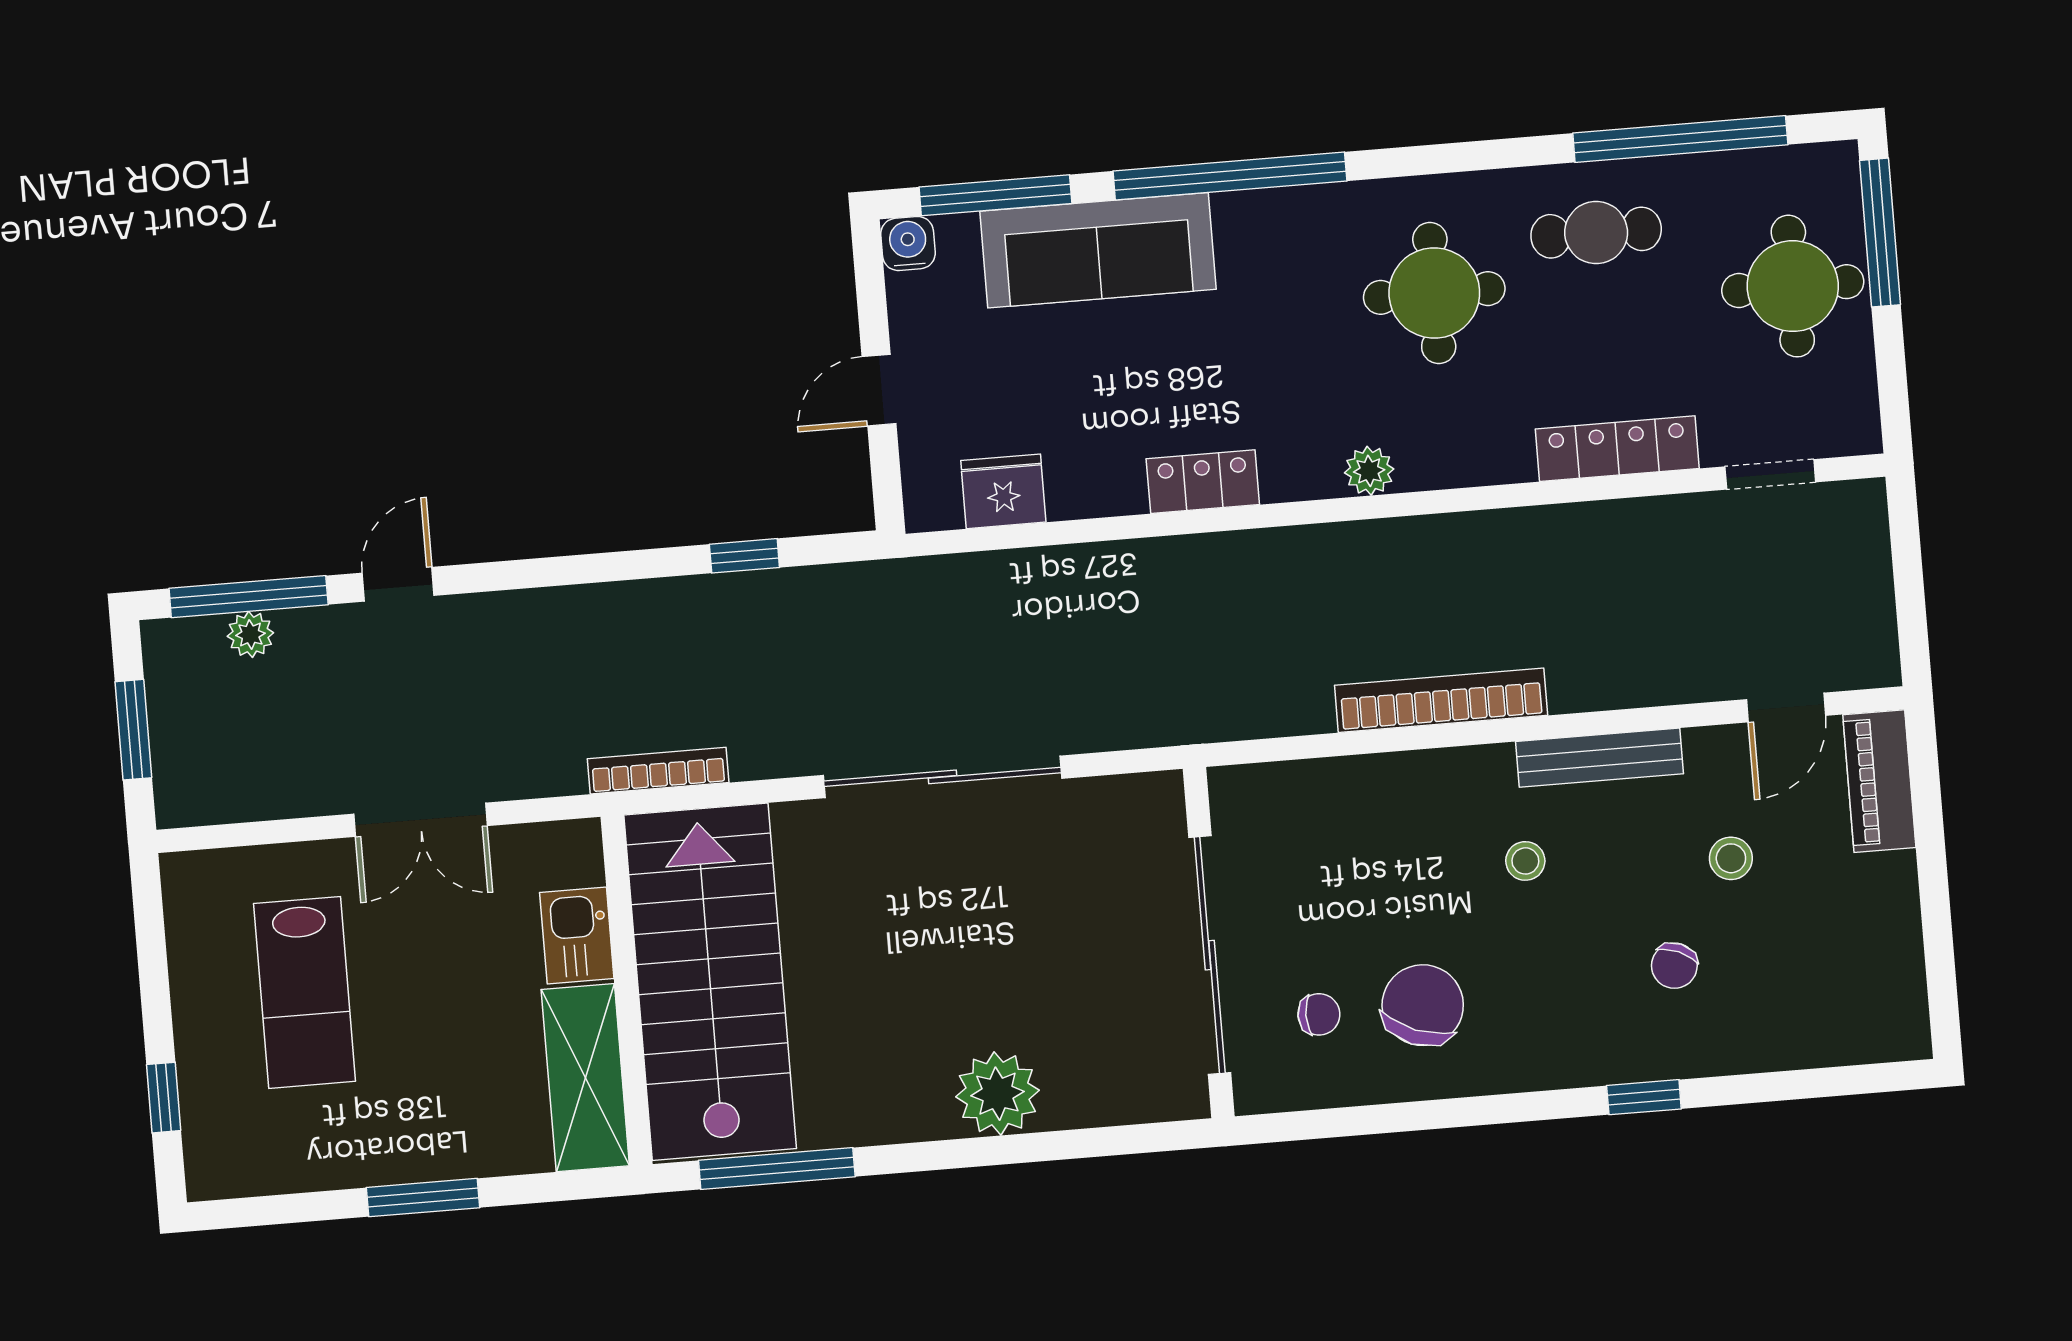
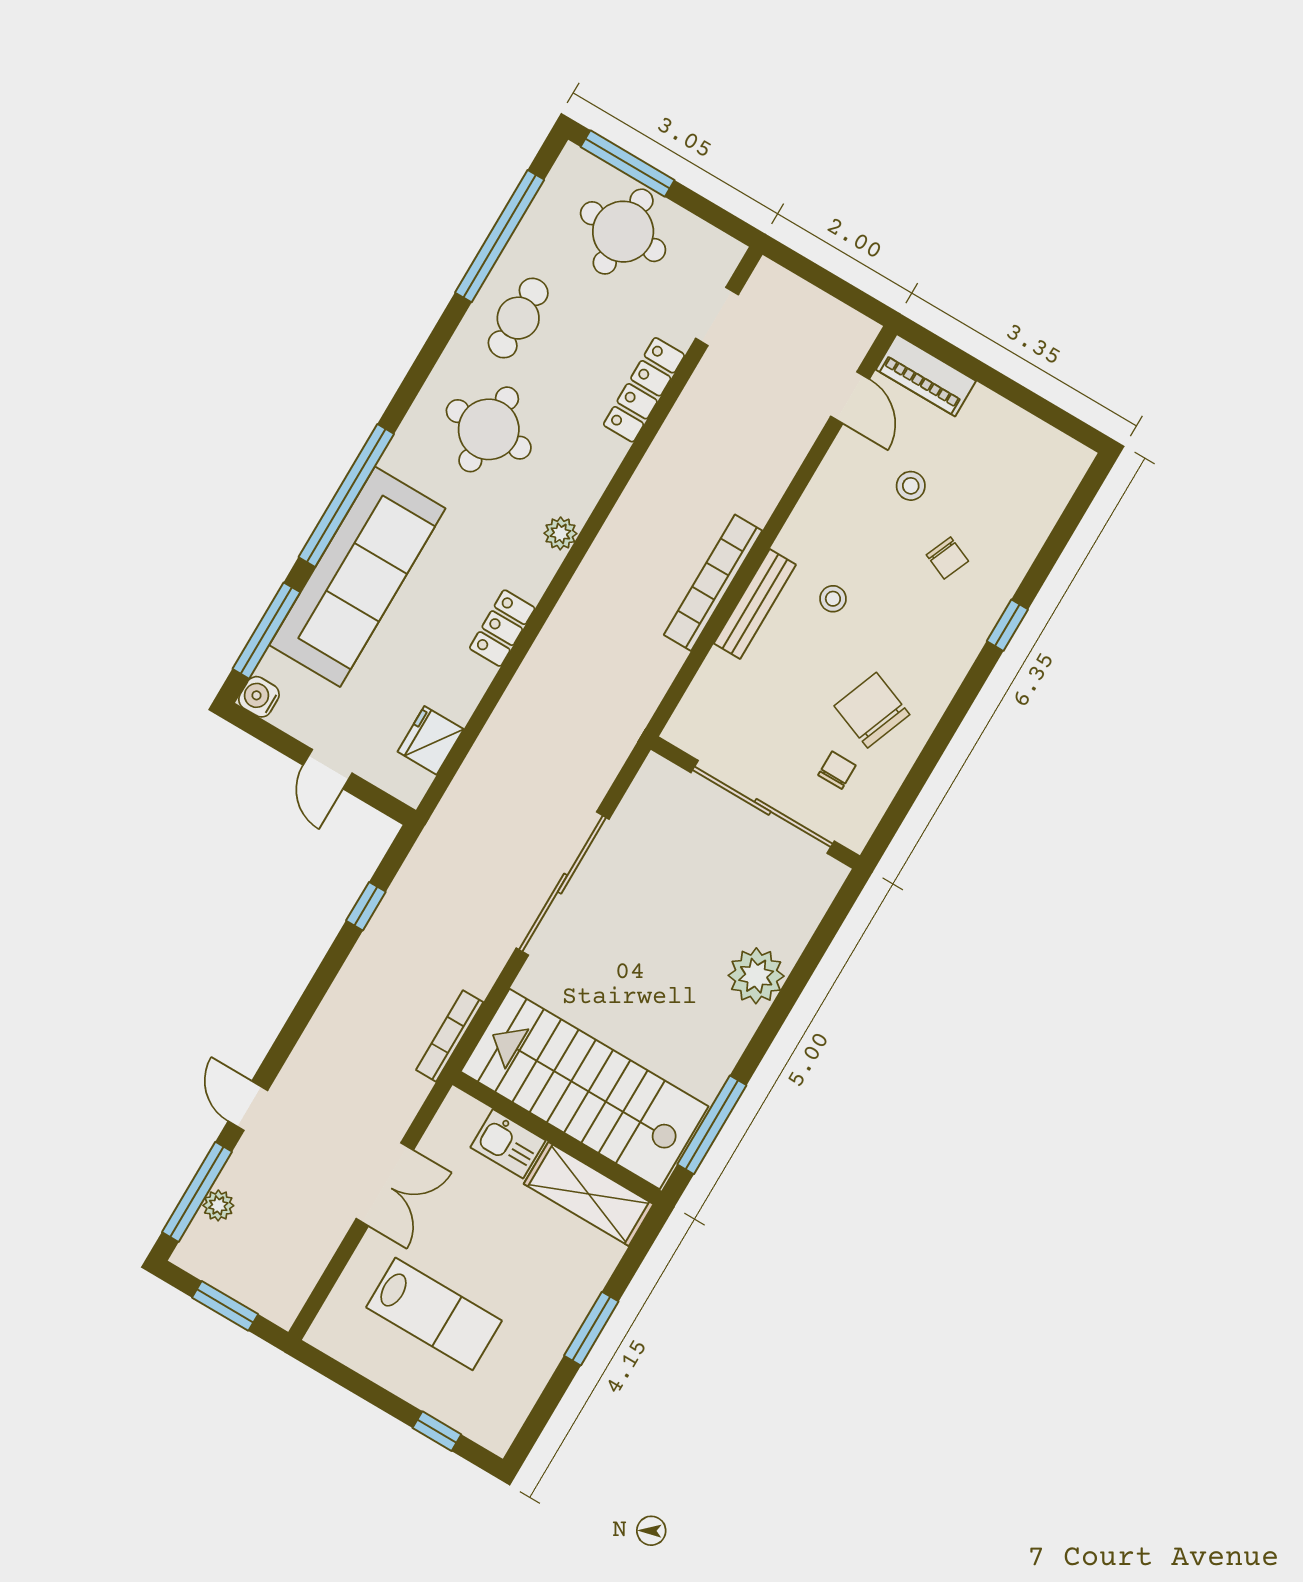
sofa: (1098, 250) -> (357, 577), width x1.36, depth x1.27
bench: (1600, 758) -> (755, 604), moved

